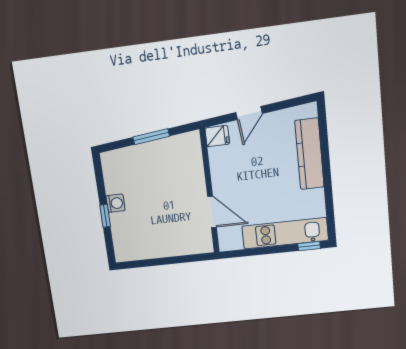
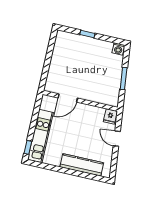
washing machine: (115, 203) -> (118, 49), moved

